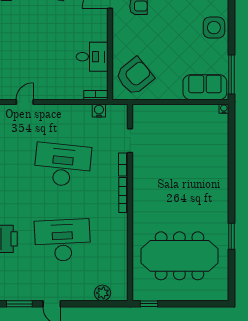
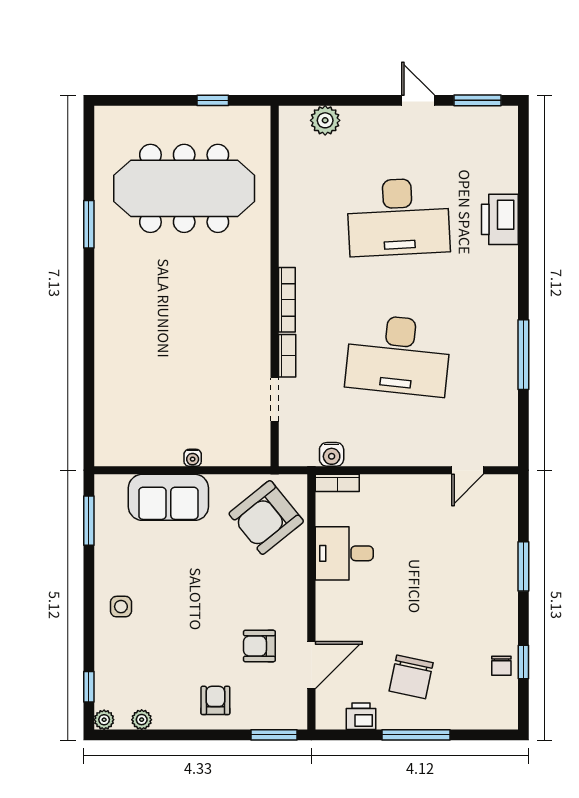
side table: (214, 28) -> (121, 607), width x0.54, depth x0.54
window: (231, 74) -> (89, 521), width x0.69
sofa: (205, 87) -> (168, 497), moved
water cooler: (224, 109) -> (193, 458), moved
window: (149, 304) -> (213, 100), moved

